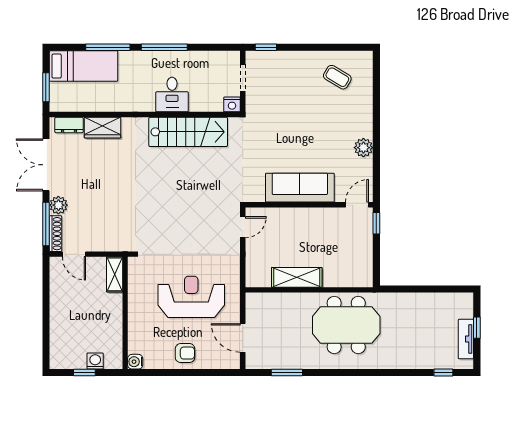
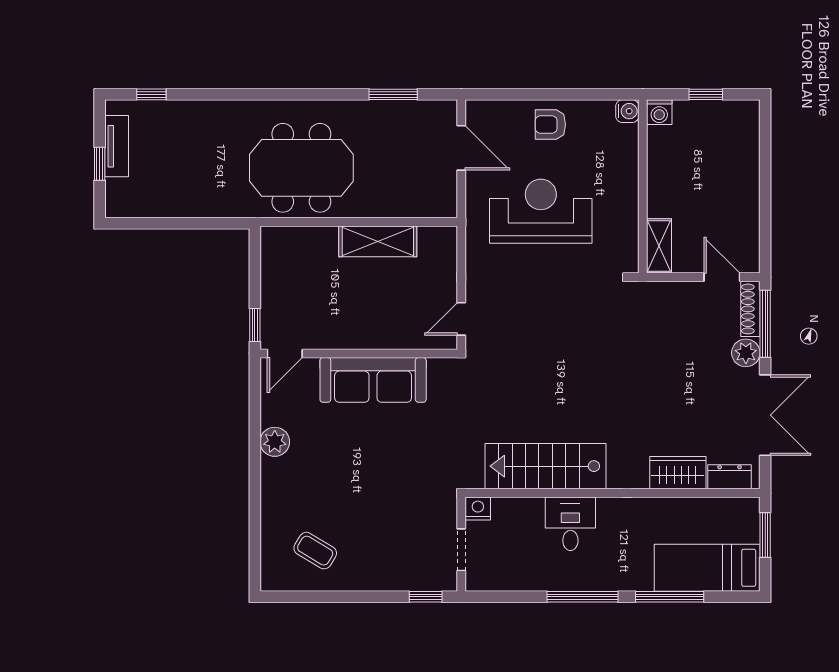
reception desk: (191, 297) -> (541, 211), turned 180
washing machine: (95, 361) -> (659, 112), moved

